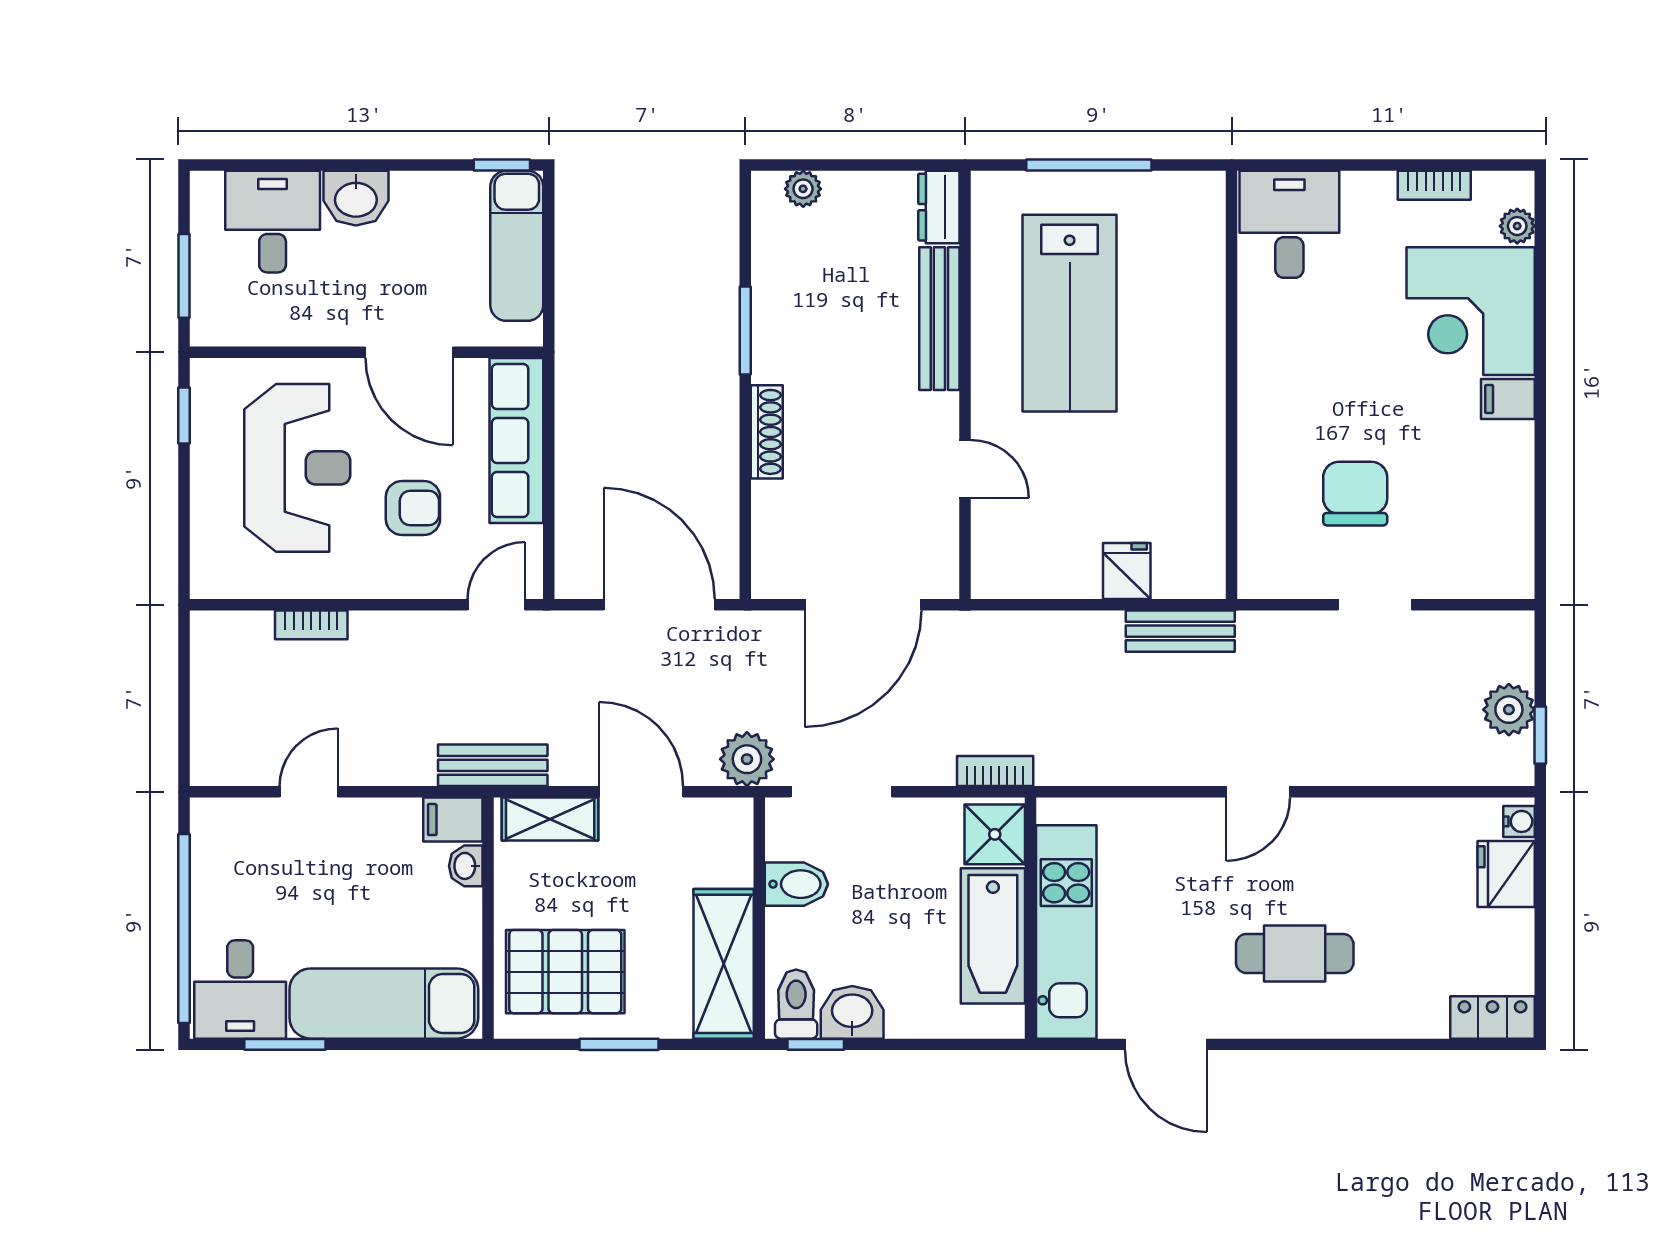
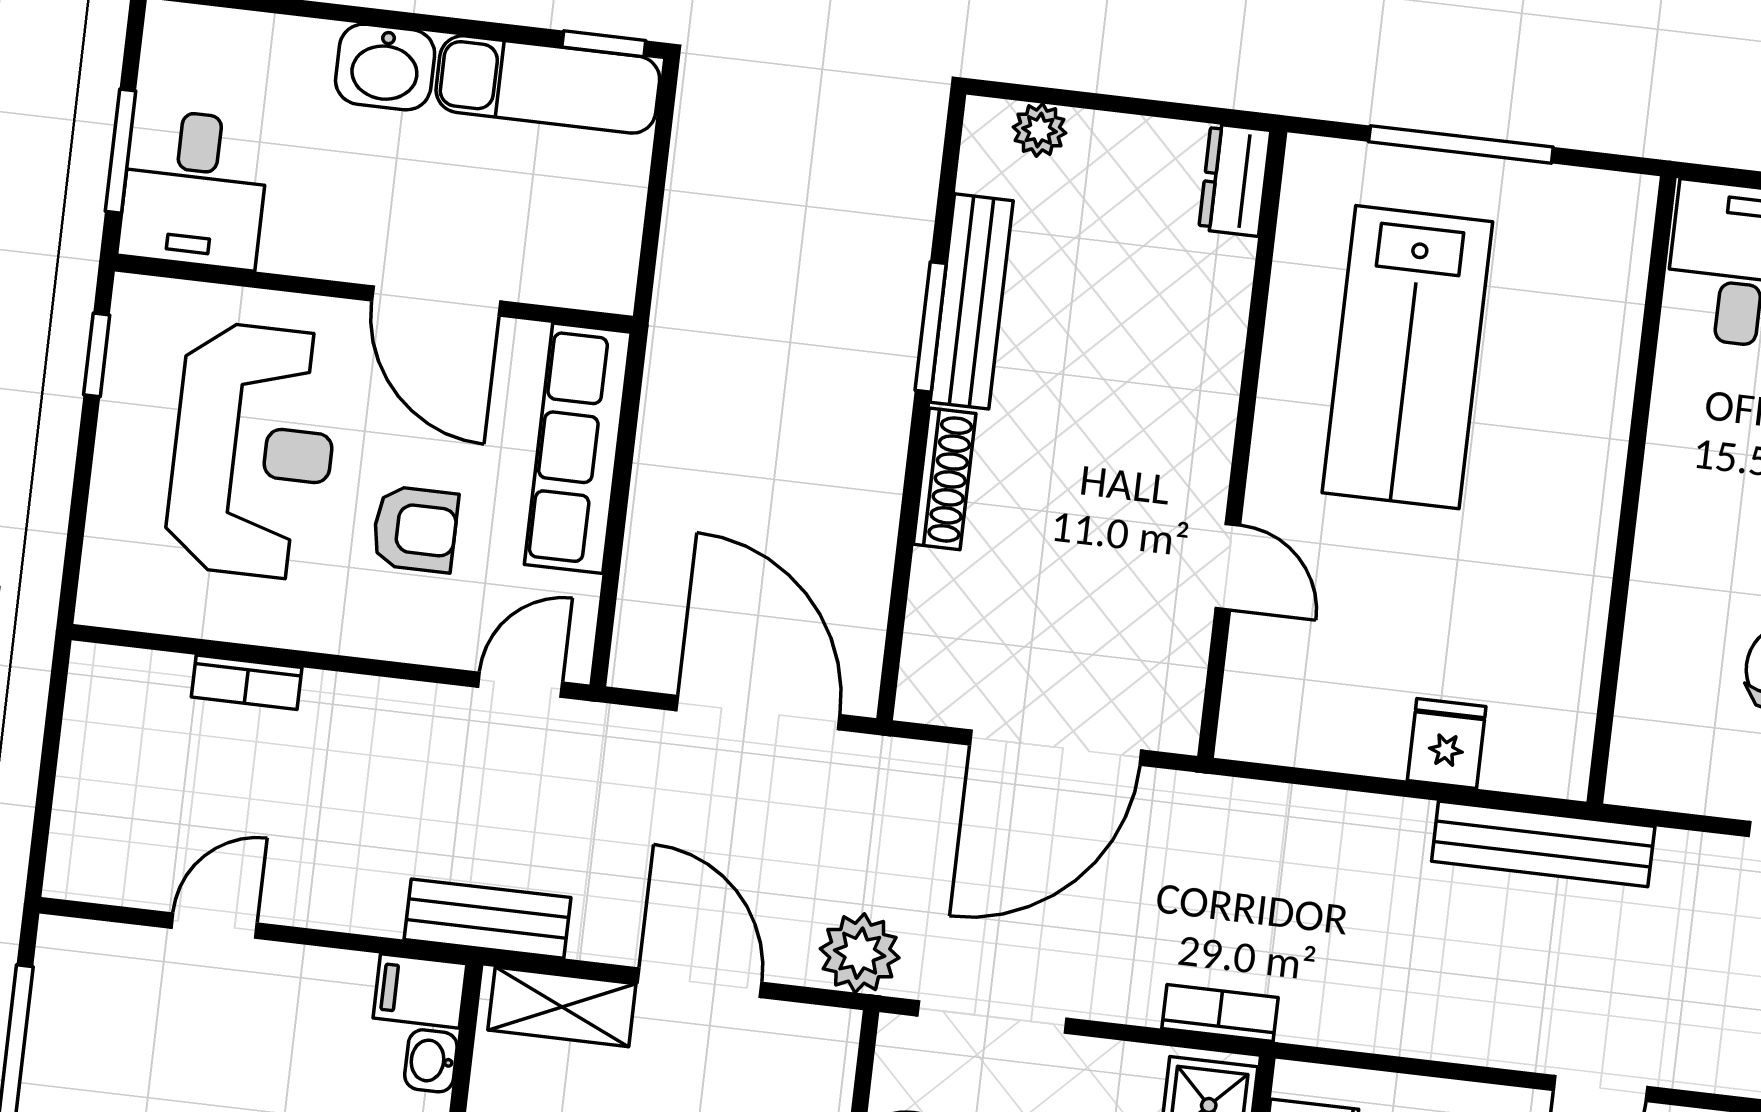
desk: (273, 222) -> (194, 189), moved, turned 180
exam couch: (517, 246) -> (548, 84), moved, turned -90
bench: (939, 319) -> (972, 301), moved
bench: (1180, 631) -> (1543, 844), width x1.36

